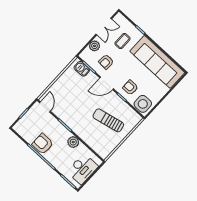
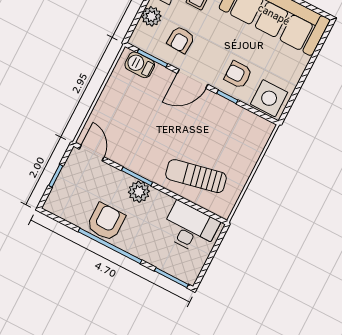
sun lounger: (108, 120) -> (196, 176), moved
plant: (73, 142) -> (139, 192), moved
armchair: (43, 144) -> (106, 222), turned 90
desk: (83, 169) -> (190, 228), moved, turned -90

